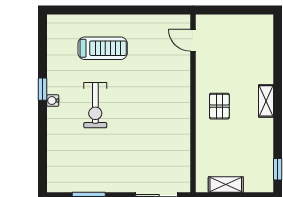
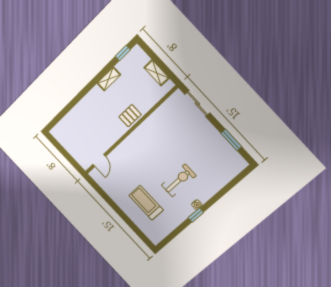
shelving: (266, 101) -> (109, 79), moved
pallet: (219, 106) -> (130, 116), moved

